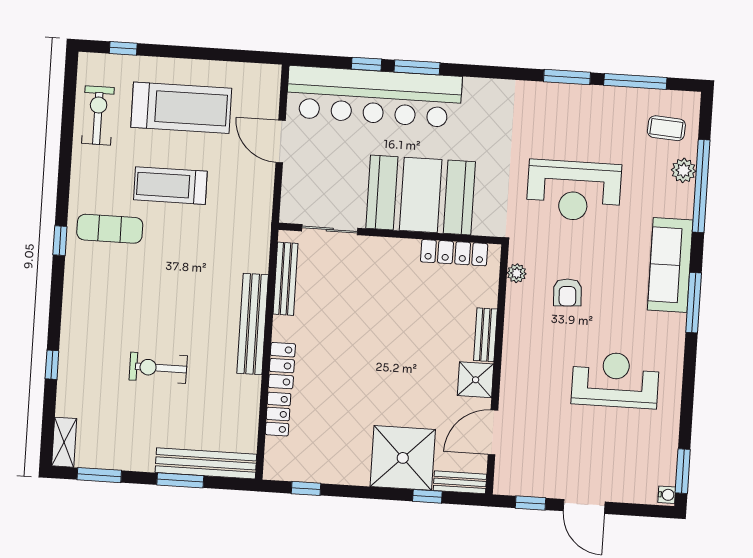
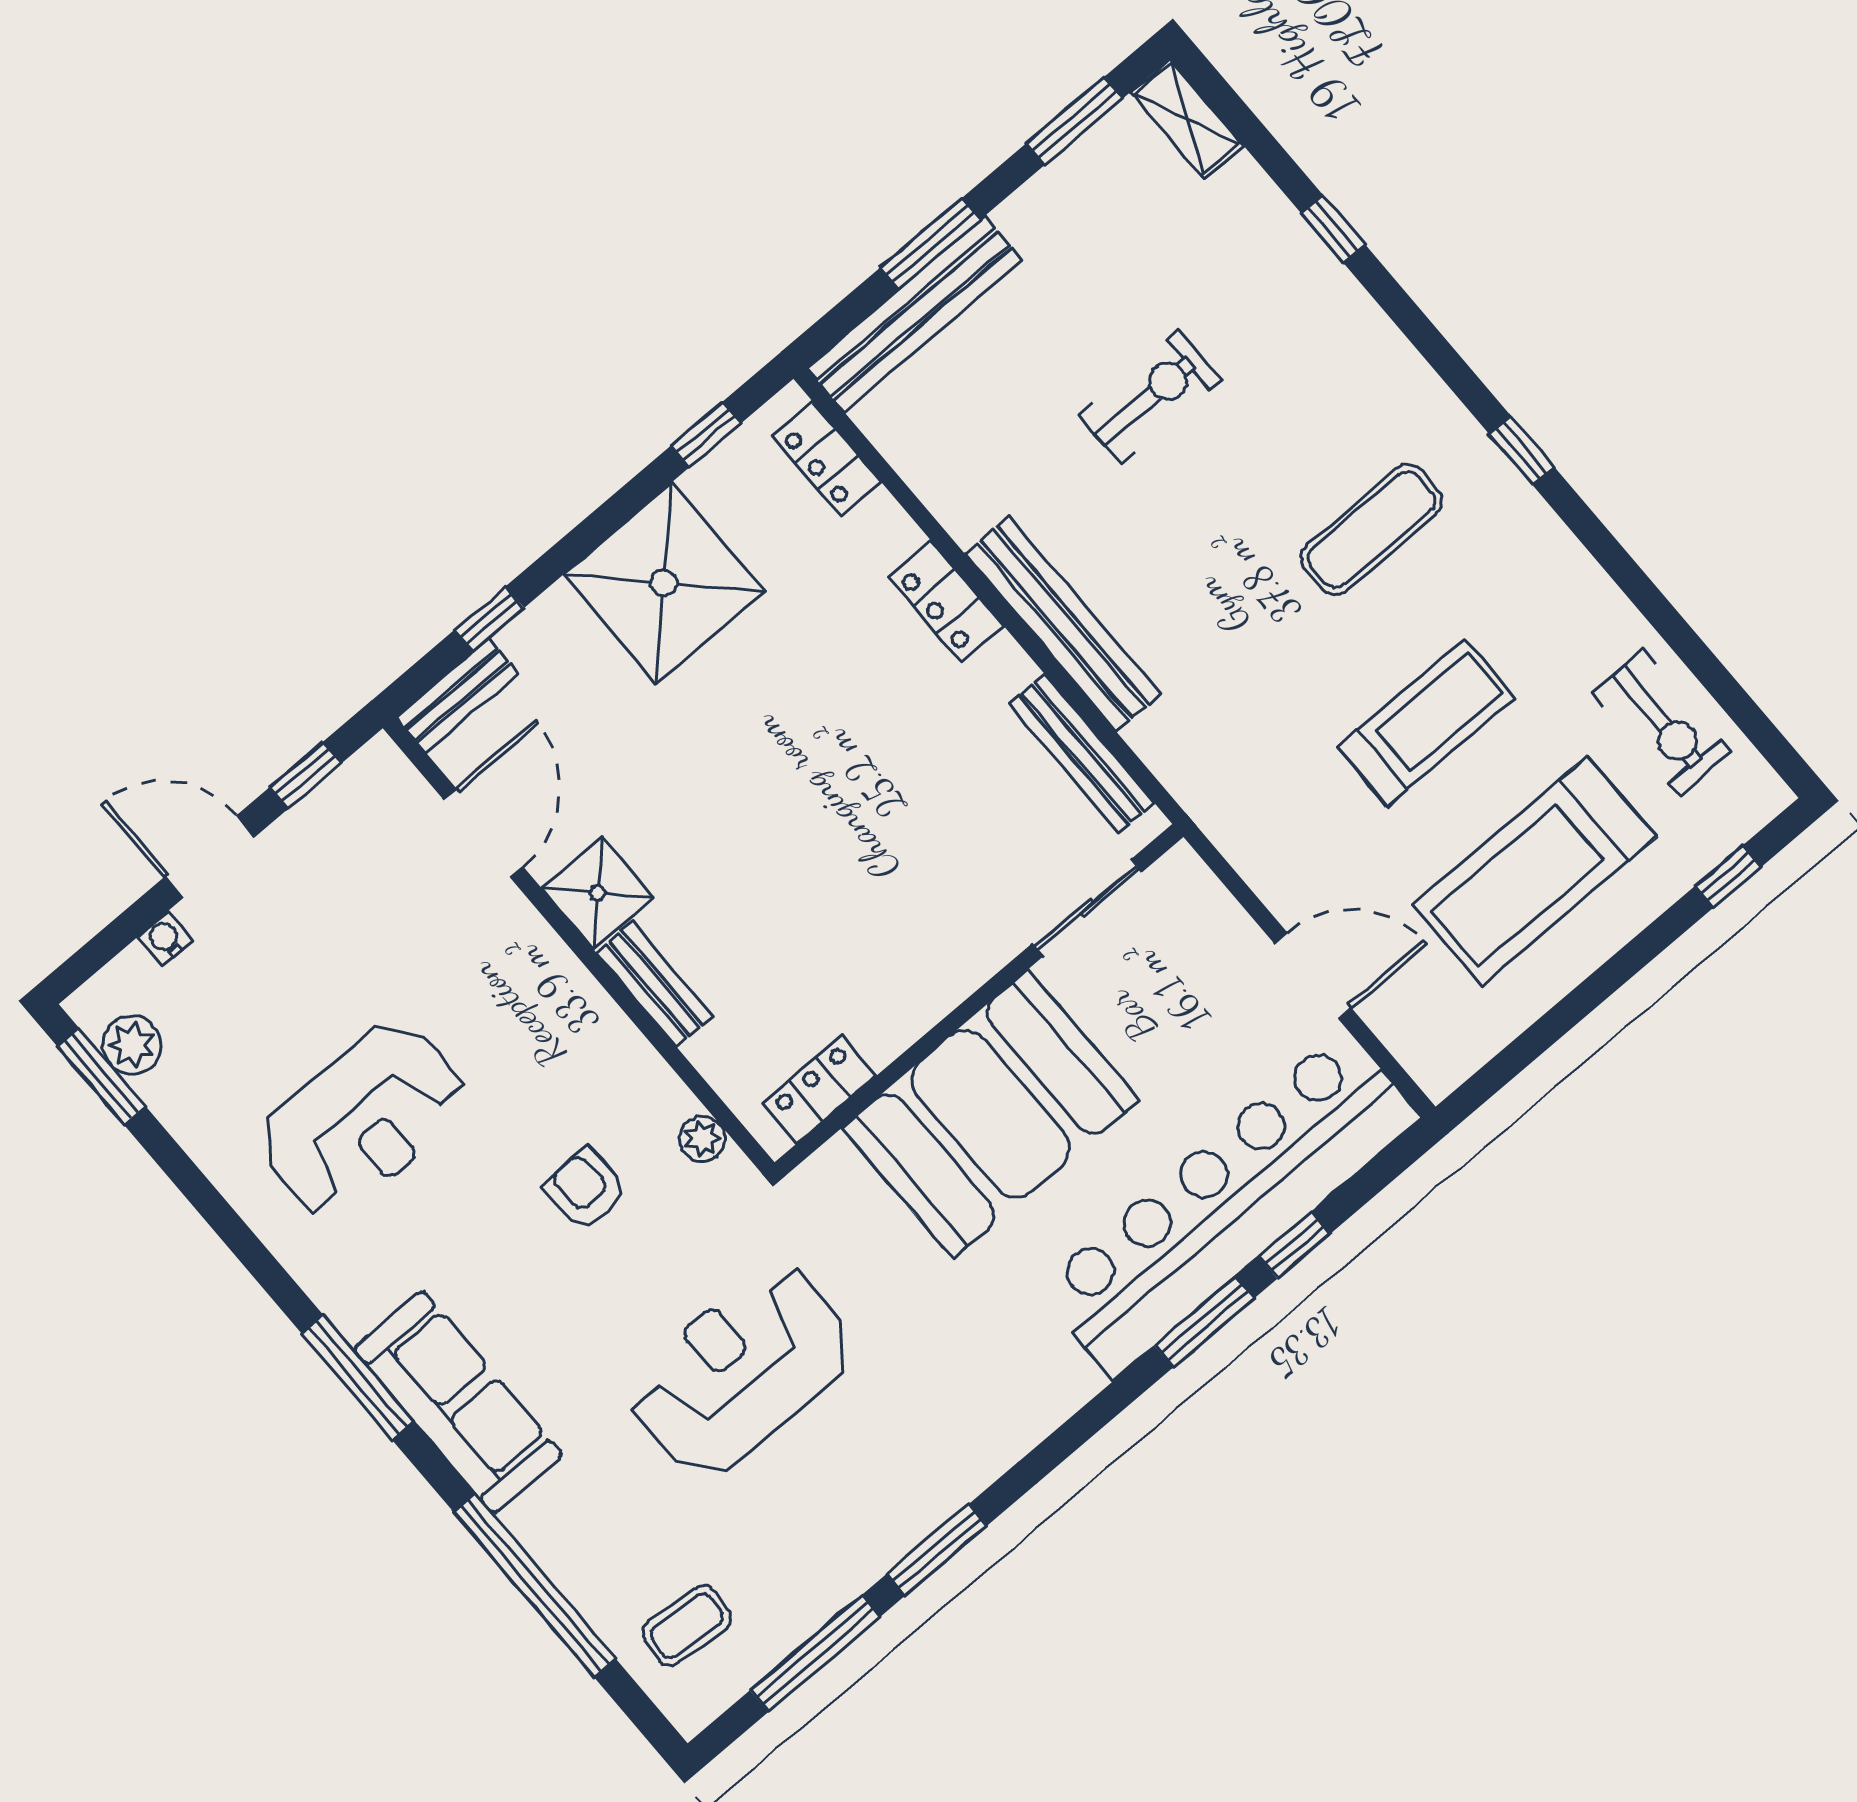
plant: (684, 170) -> (132, 1045), moved
exercise mat: (110, 229) -> (1371, 529), moved
locker: (454, 253) -> (820, 1089), width x0.66
locker: (278, 414) -> (827, 459), moved
shower: (403, 458) -> (664, 583), moved
water cooler: (667, 495) -> (165, 939), moved, turned 90

